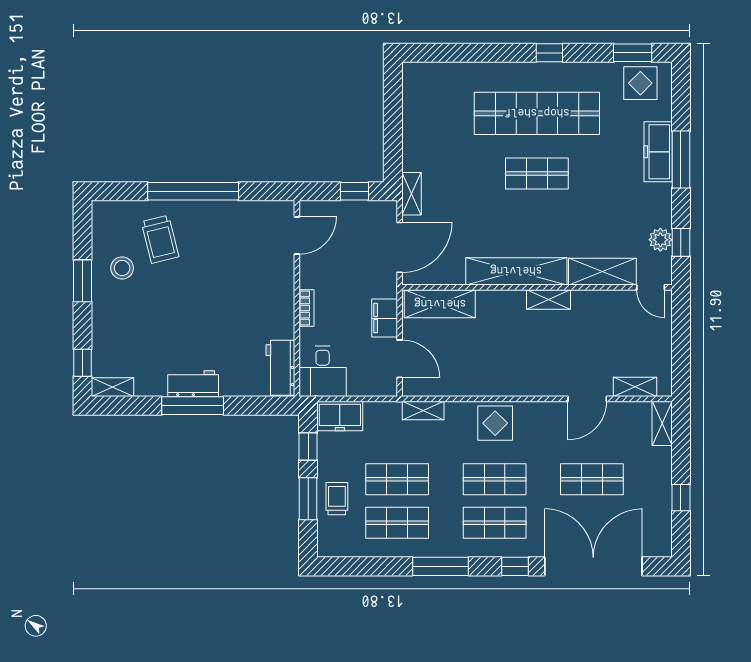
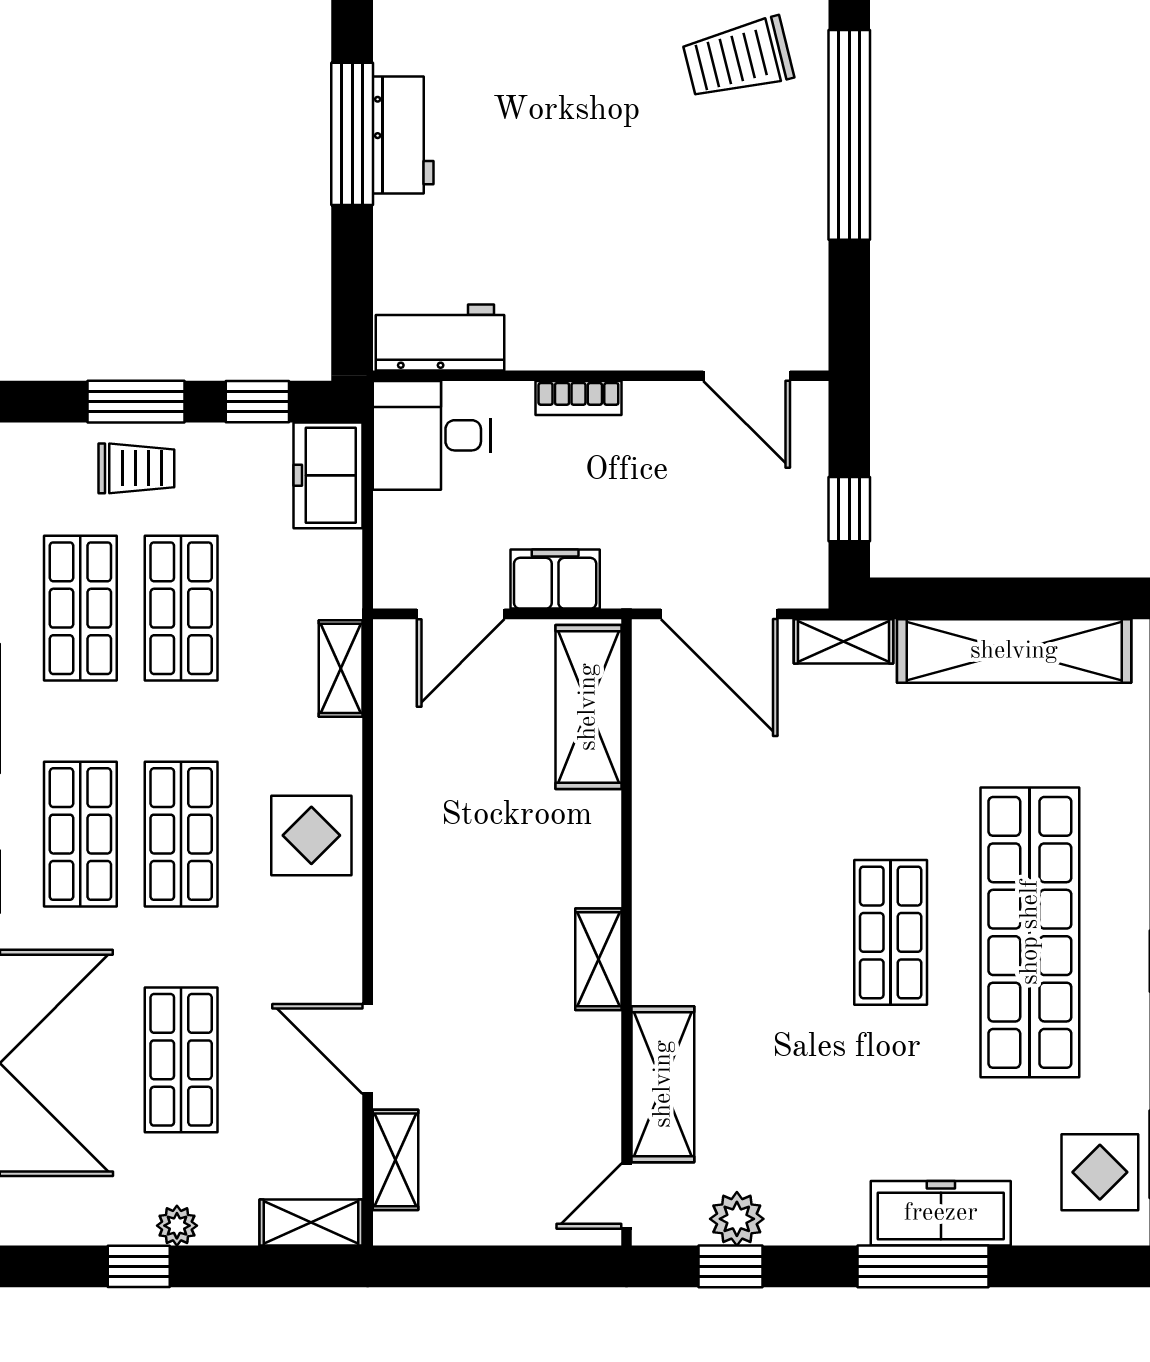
shelving: (516, 271) -> (1014, 651), moved, turned 90
plant: (663, 481) -> (177, 1226), added

